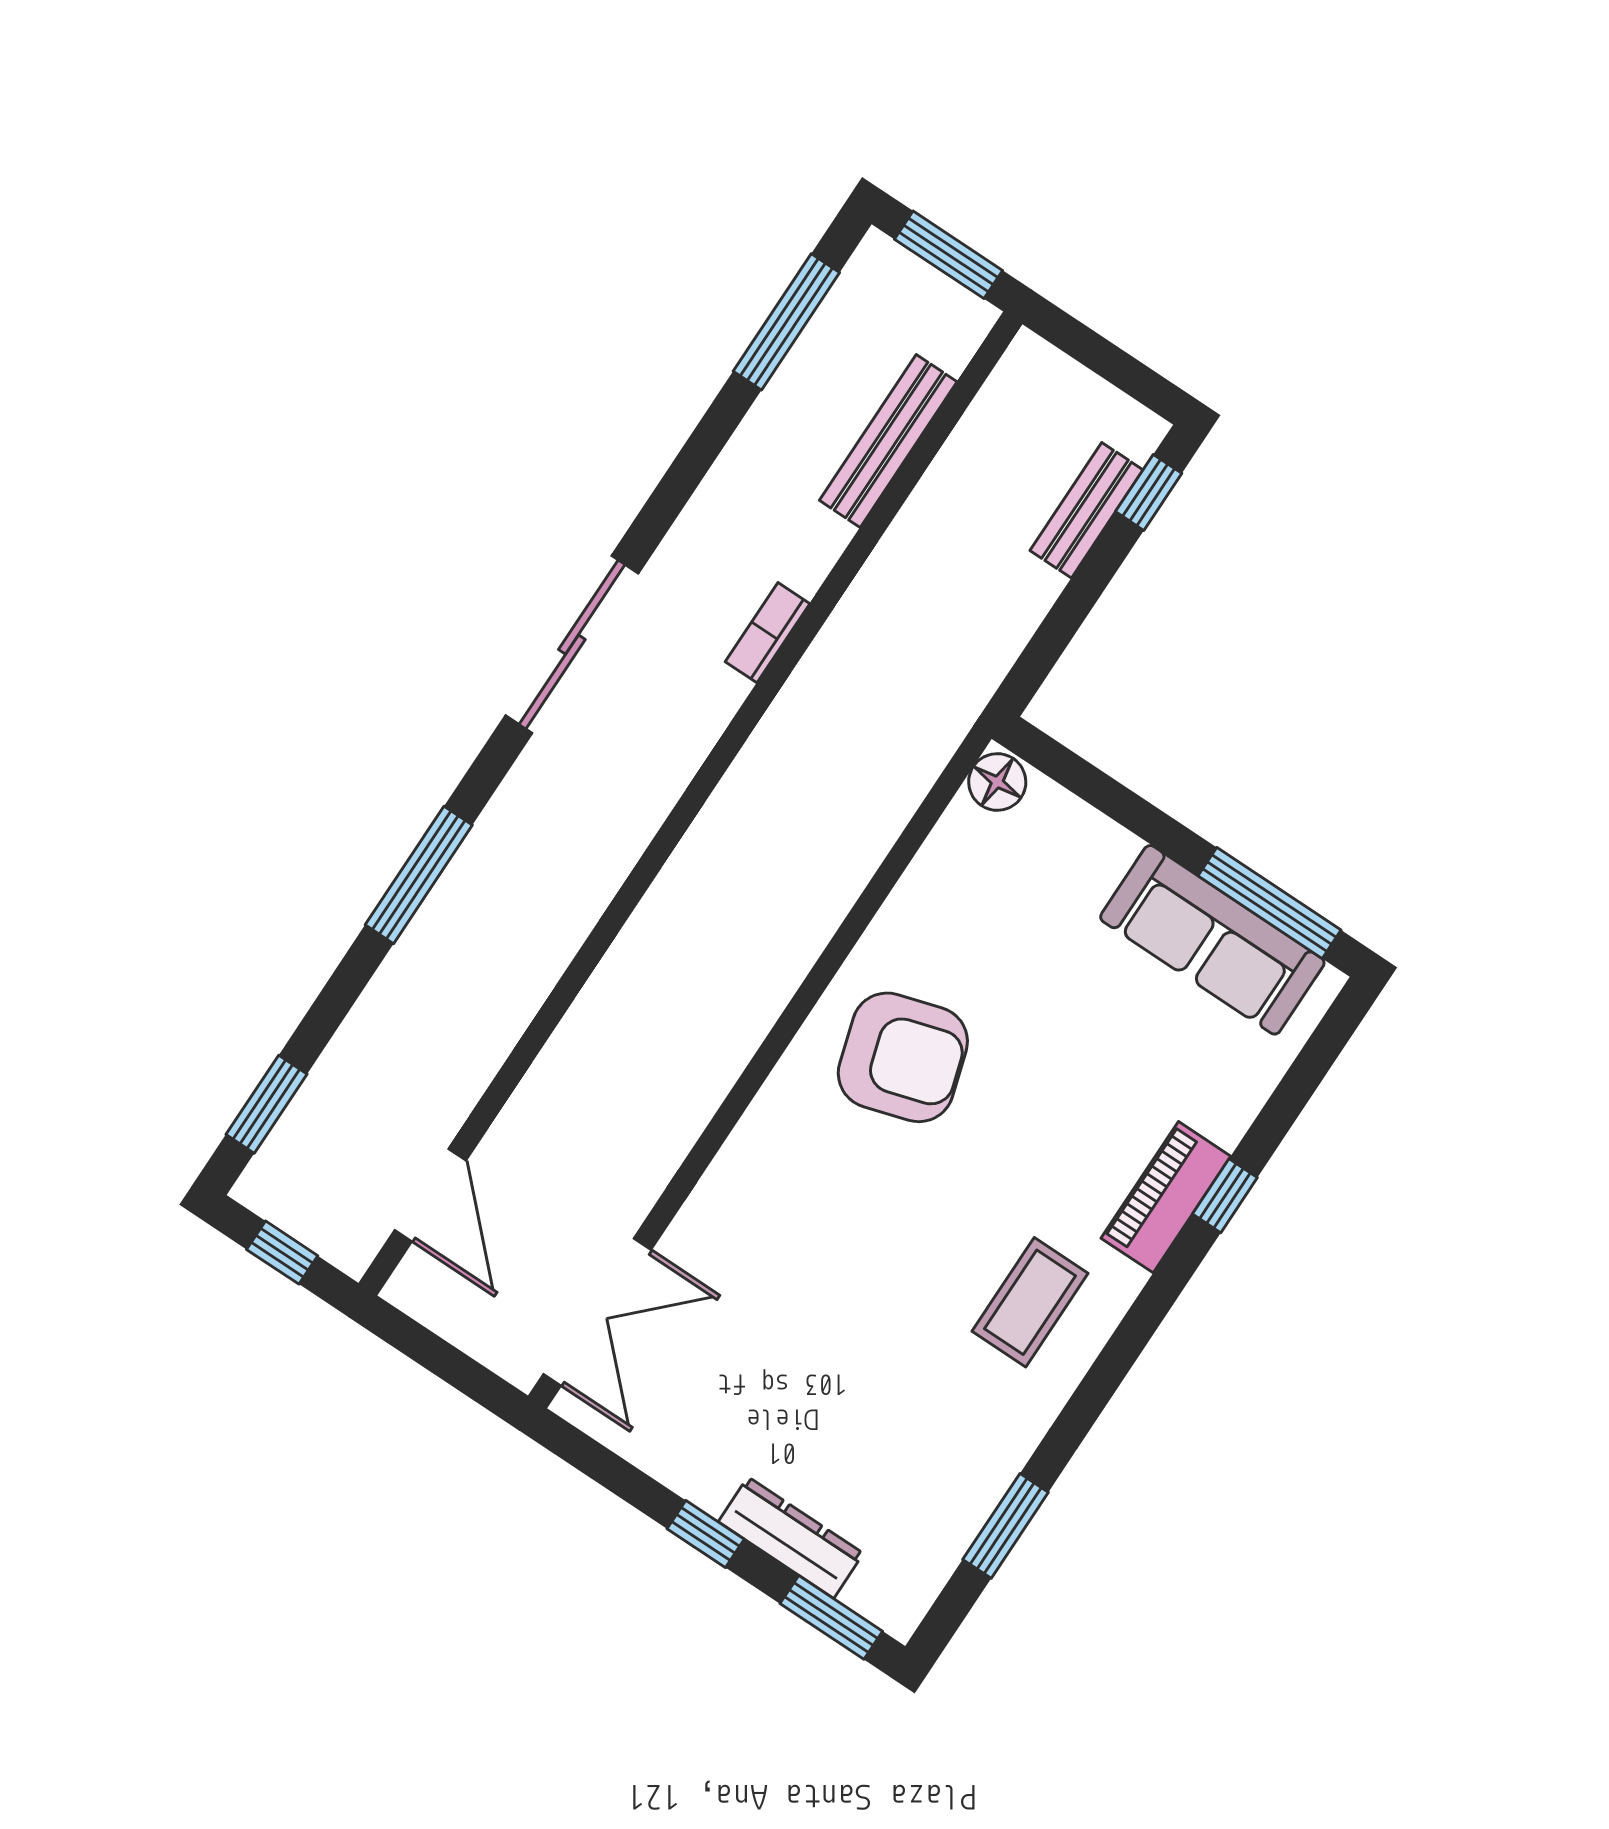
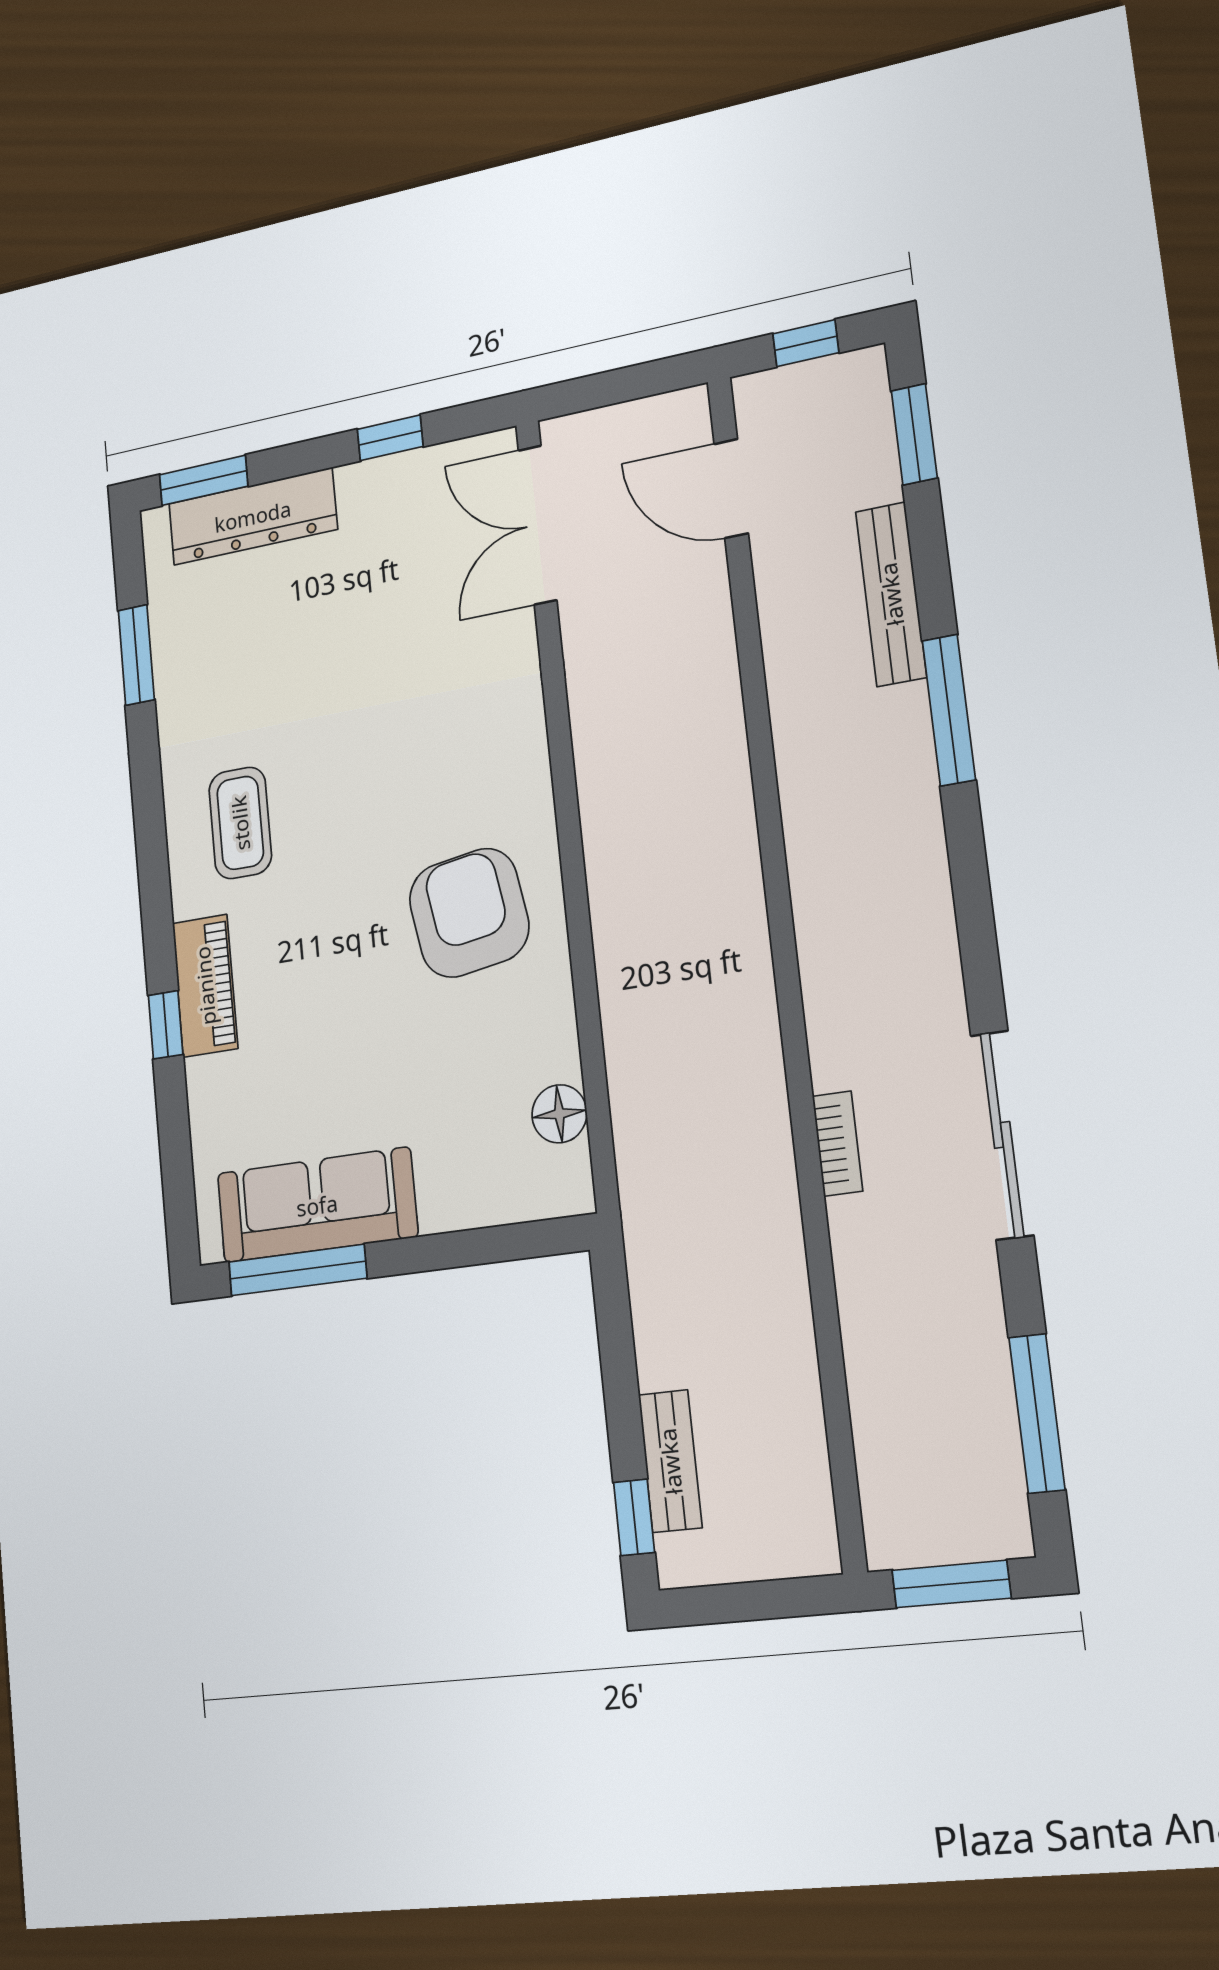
bench: (888, 441) -> (891, 594), moved
sliding door: (572, 644) -> (1002, 1135), moved
floor lamp: (997, 782) -> (559, 1114), moved
armchair: (903, 1057) -> (469, 913), turned 98
window: (706, 1534) -> (390, 438), moved
dresser: (791, 1538) -> (253, 516), width x1.37, depth x1.24

